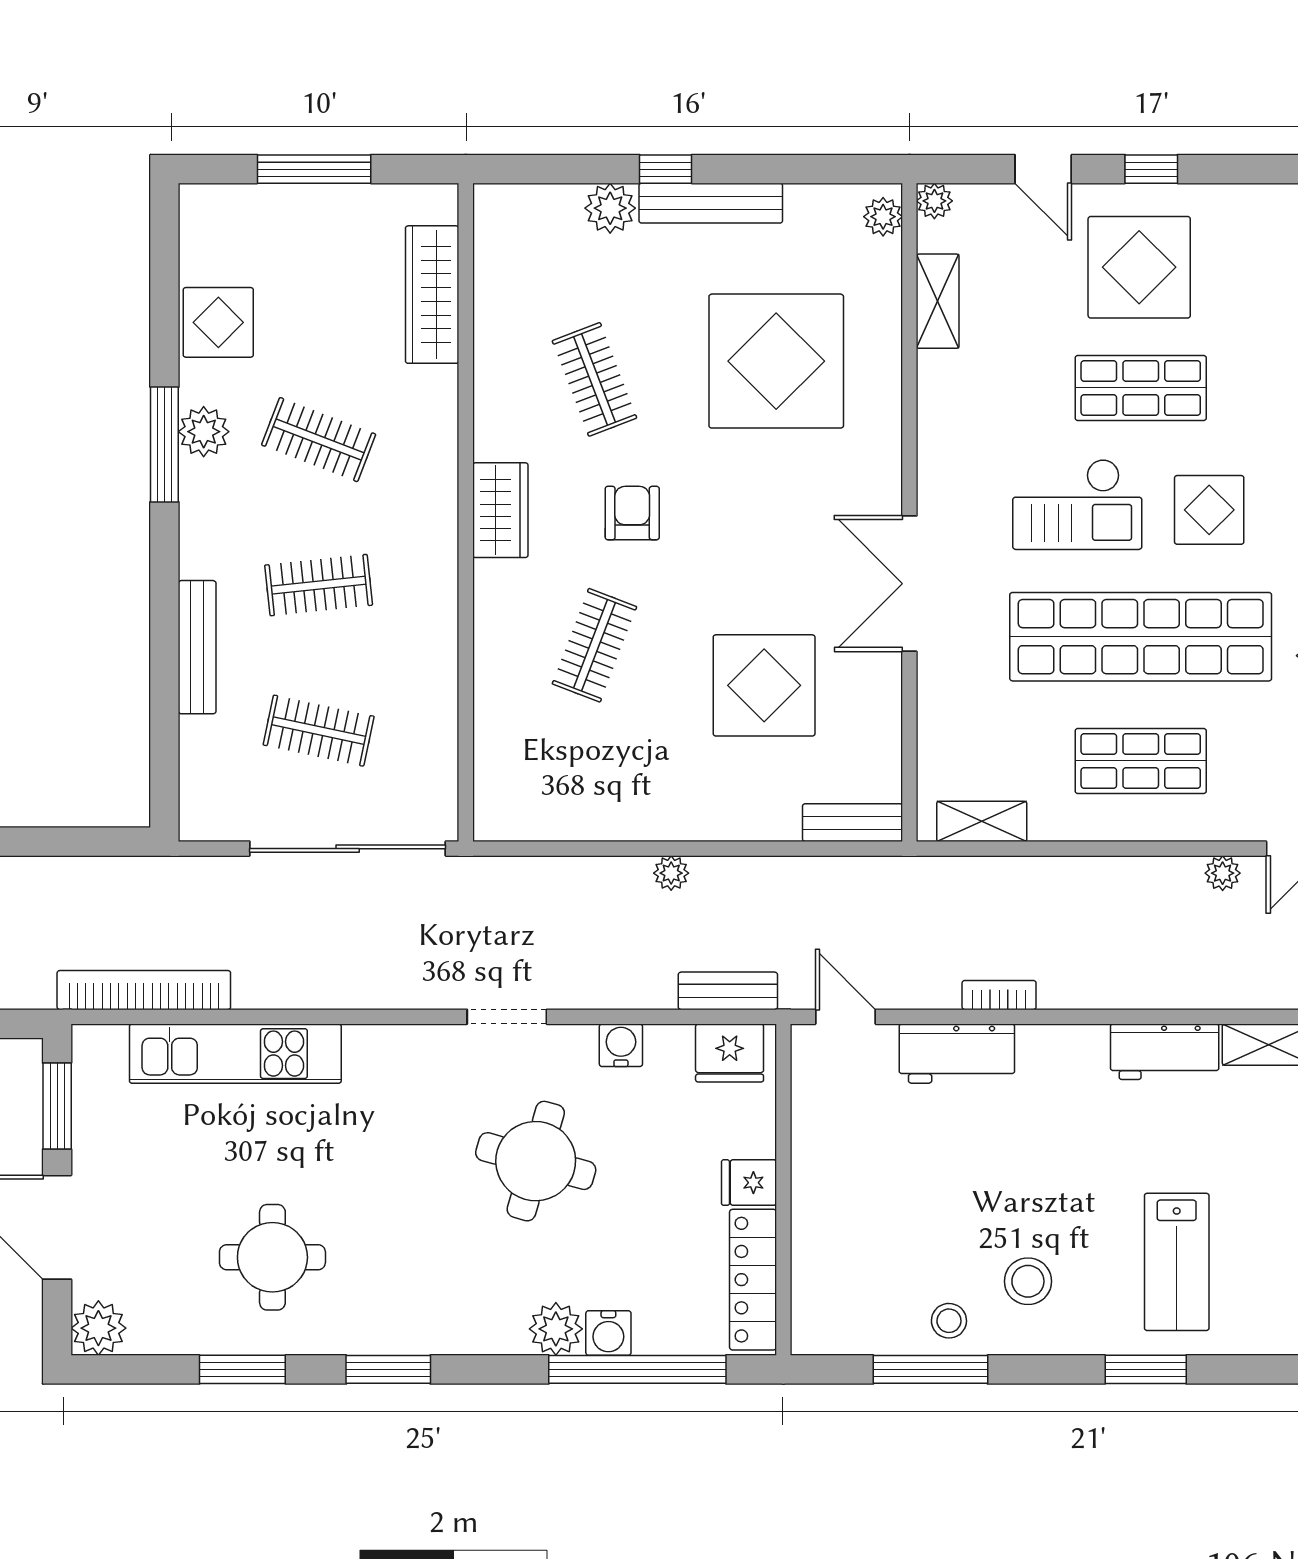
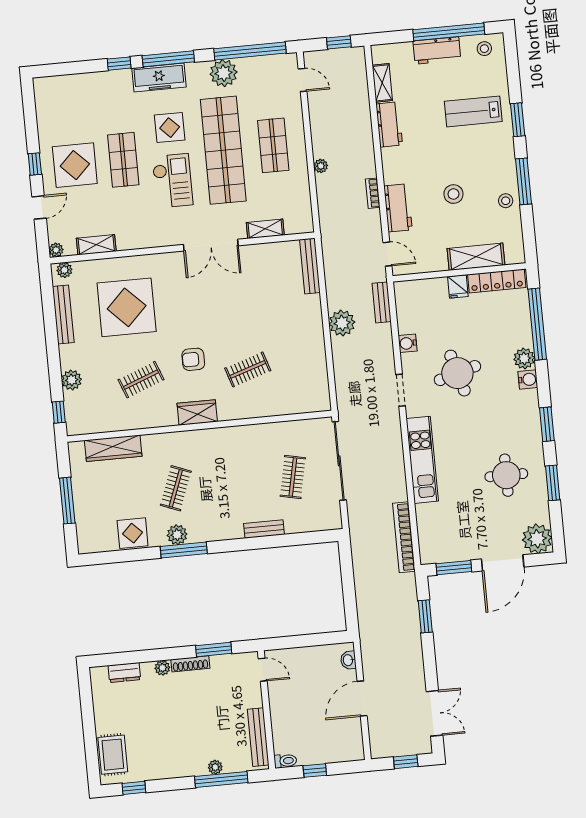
window: (666, 169) -> (59, 412), moved
bench: (711, 203) -> (63, 315), moved
clothes rail: (319, 585) -> (234, 483), removed
clothes rail: (594, 645) -> (248, 369), turned -39
bench: (197, 647) -> (264, 529), width x0.73
display table: (764, 685) -> (257, 300), removed
shelving: (982, 821) -> (265, 229), moved, turned 90
bench: (853, 823) -> (310, 266), width x1.36
plant: (671, 873) -> (342, 323), width x1.87, depth x1.87
plant: (1223, 873) -> (321, 166), moved
door: (845, 1017) -> (387, 254), swing flipped
fridge: (730, 1053) -> (406, 299), removed
kitchen unit: (235, 1054) -> (422, 460), moved
round table: (536, 1161) -> (457, 373), turned -32
shelving: (818, 1234) -> (476, 257), added
lab bench: (1177, 1262) -> (473, 111), turned 180
stool: (1028, 1281) -> (453, 194), moved
plant: (98, 1328) -> (537, 539), width x1.36, depth x1.36
water cooler: (608, 1333) -> (528, 379), moved
window: (930, 1369) -> (524, 181), moved

